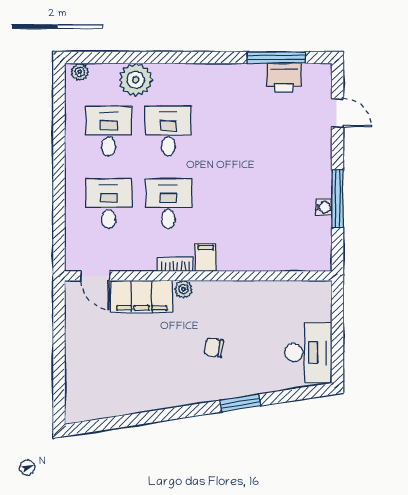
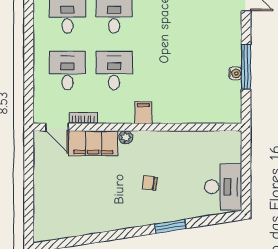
bookcase: (175, 264) -> (83, 118), moved

